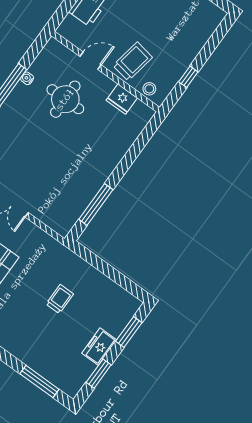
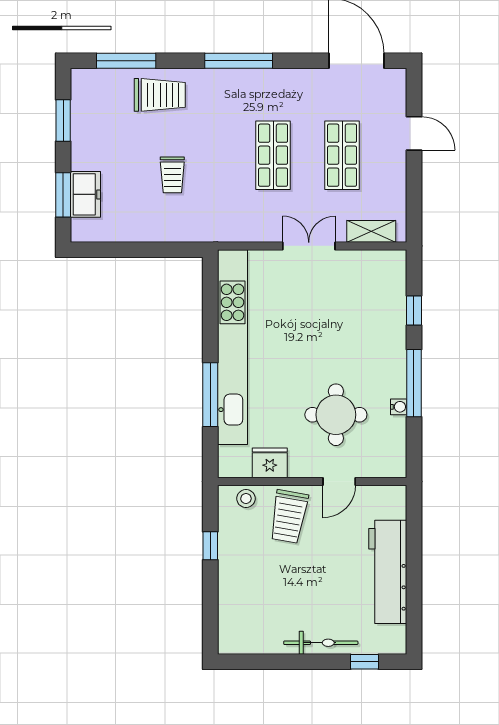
kitchen unit: (96, 179) -> (232, 347), added
window: (96, 205) -> (210, 395), moved
freezer: (99, 347) -> (85, 194), moved
trolley: (34, 349) -> (160, 95), added

